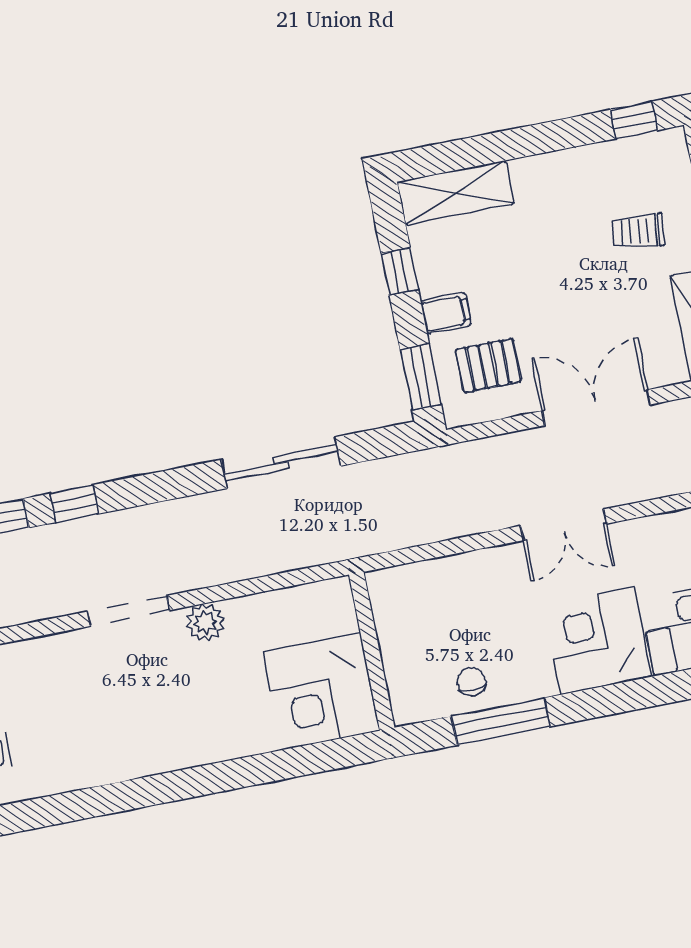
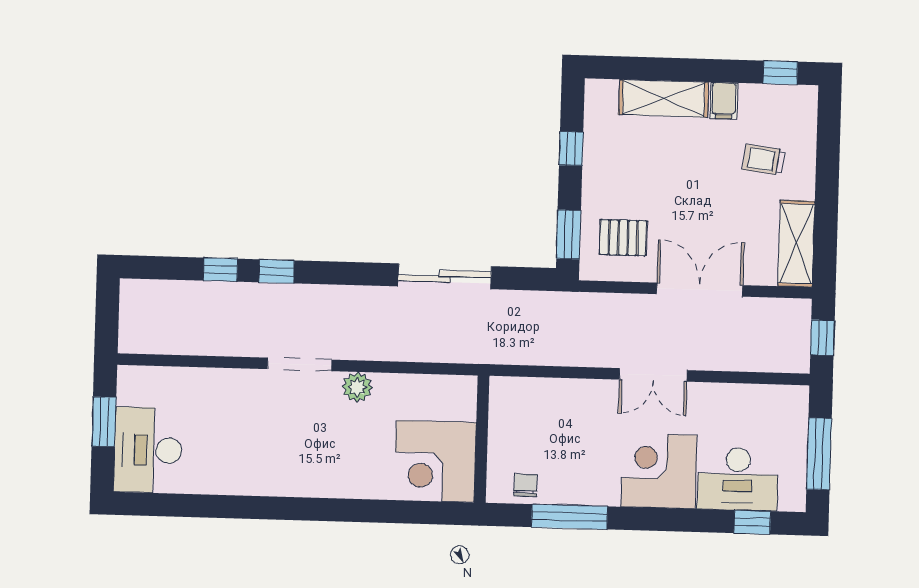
shelving: (456, 193) -> (664, 98), moved
filing cabinet: (446, 313) -> (724, 101), moved, turned 90
chair: (472, 681) -> (525, 485), moved

